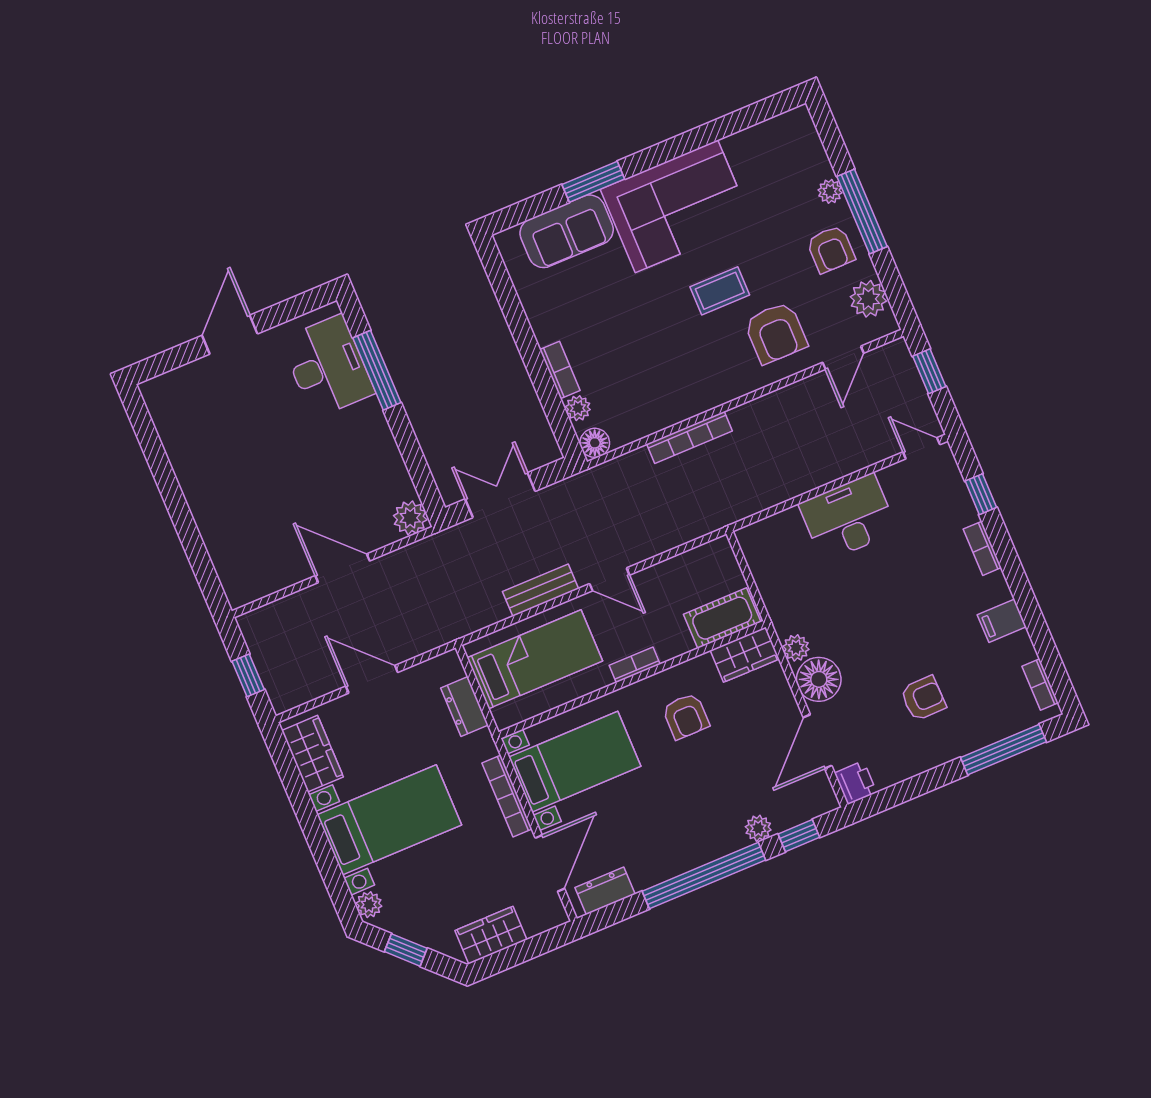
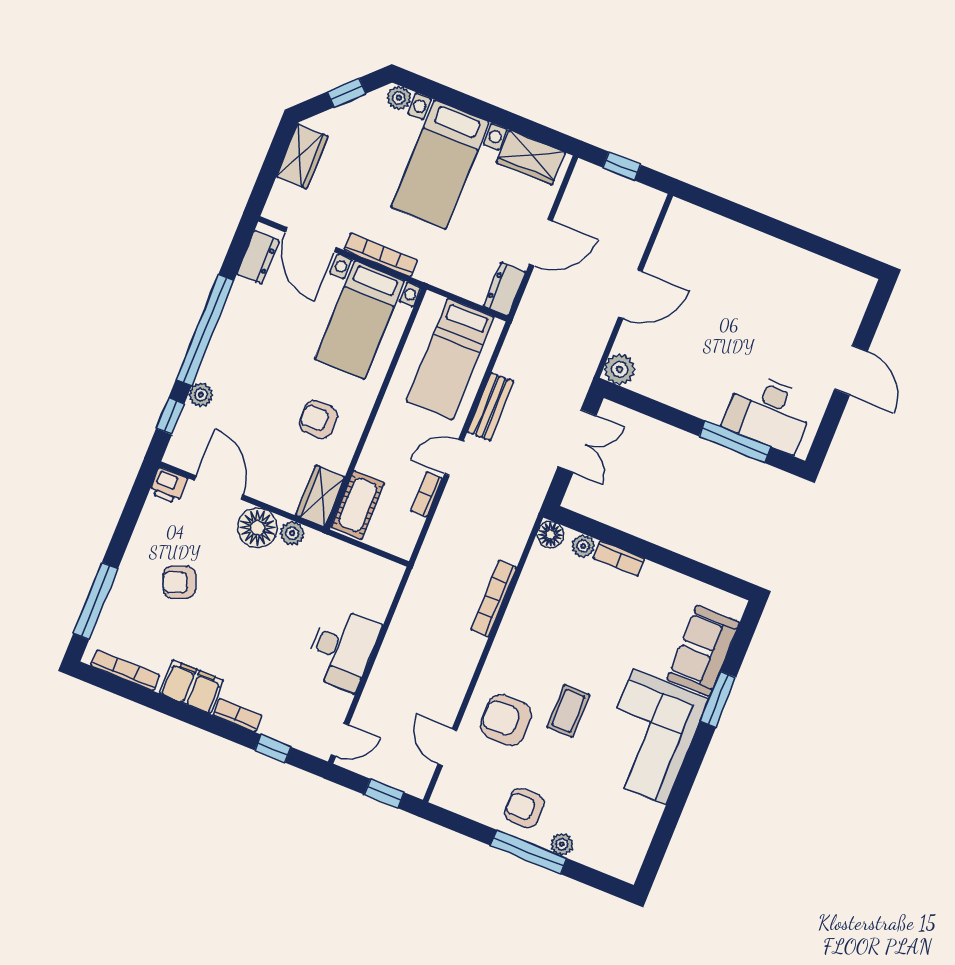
plant: (868, 299) -> (469, 801), removed
filing cabinet: (1002, 621) -> (192, 687), width x2.00
bookcase: (635, 665) -> (427, 495), moved, turned 180
bookcase: (1040, 684) -> (125, 670), width x1.56
armchair: (923, 698) -> (179, 582), turned 70
dresser: (464, 707) -> (504, 289), moved, turned -90

